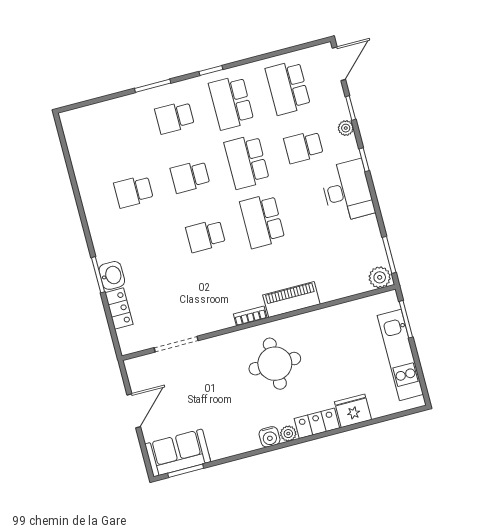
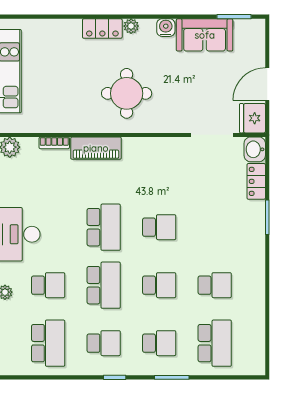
school desk: (231, 103) -> (104, 343), width x0.54
school desk: (118, 132) -> (215, 343), added
washbasin: (112, 275) -> (255, 149), moved
bookcase: (250, 316) -> (54, 143), moved
fridge: (353, 411) -> (253, 118), moved, turned 90
water cooler: (270, 437) -> (166, 28), moved
sofa: (178, 453) -> (205, 35), moved

